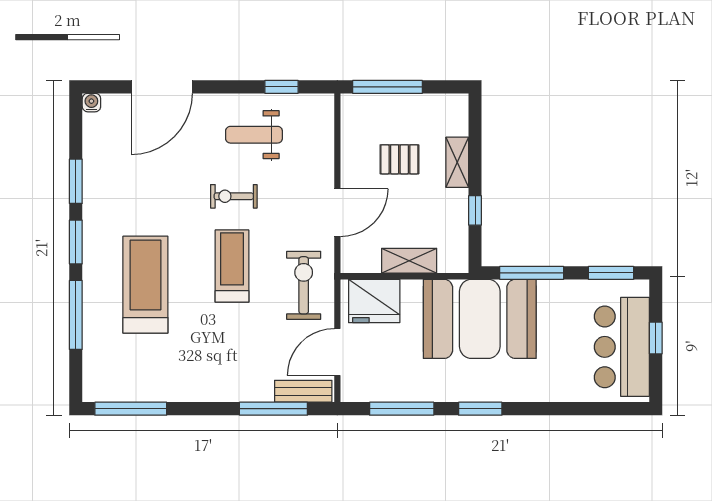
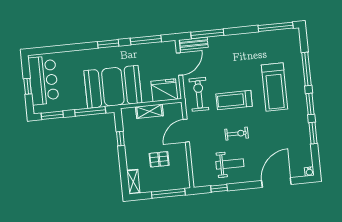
shelving: (457, 162) -> (133, 182), moved
treadmill: (232, 266) -> (234, 100), turned 90
exercise bike: (304, 285) -> (199, 94), turned 180

